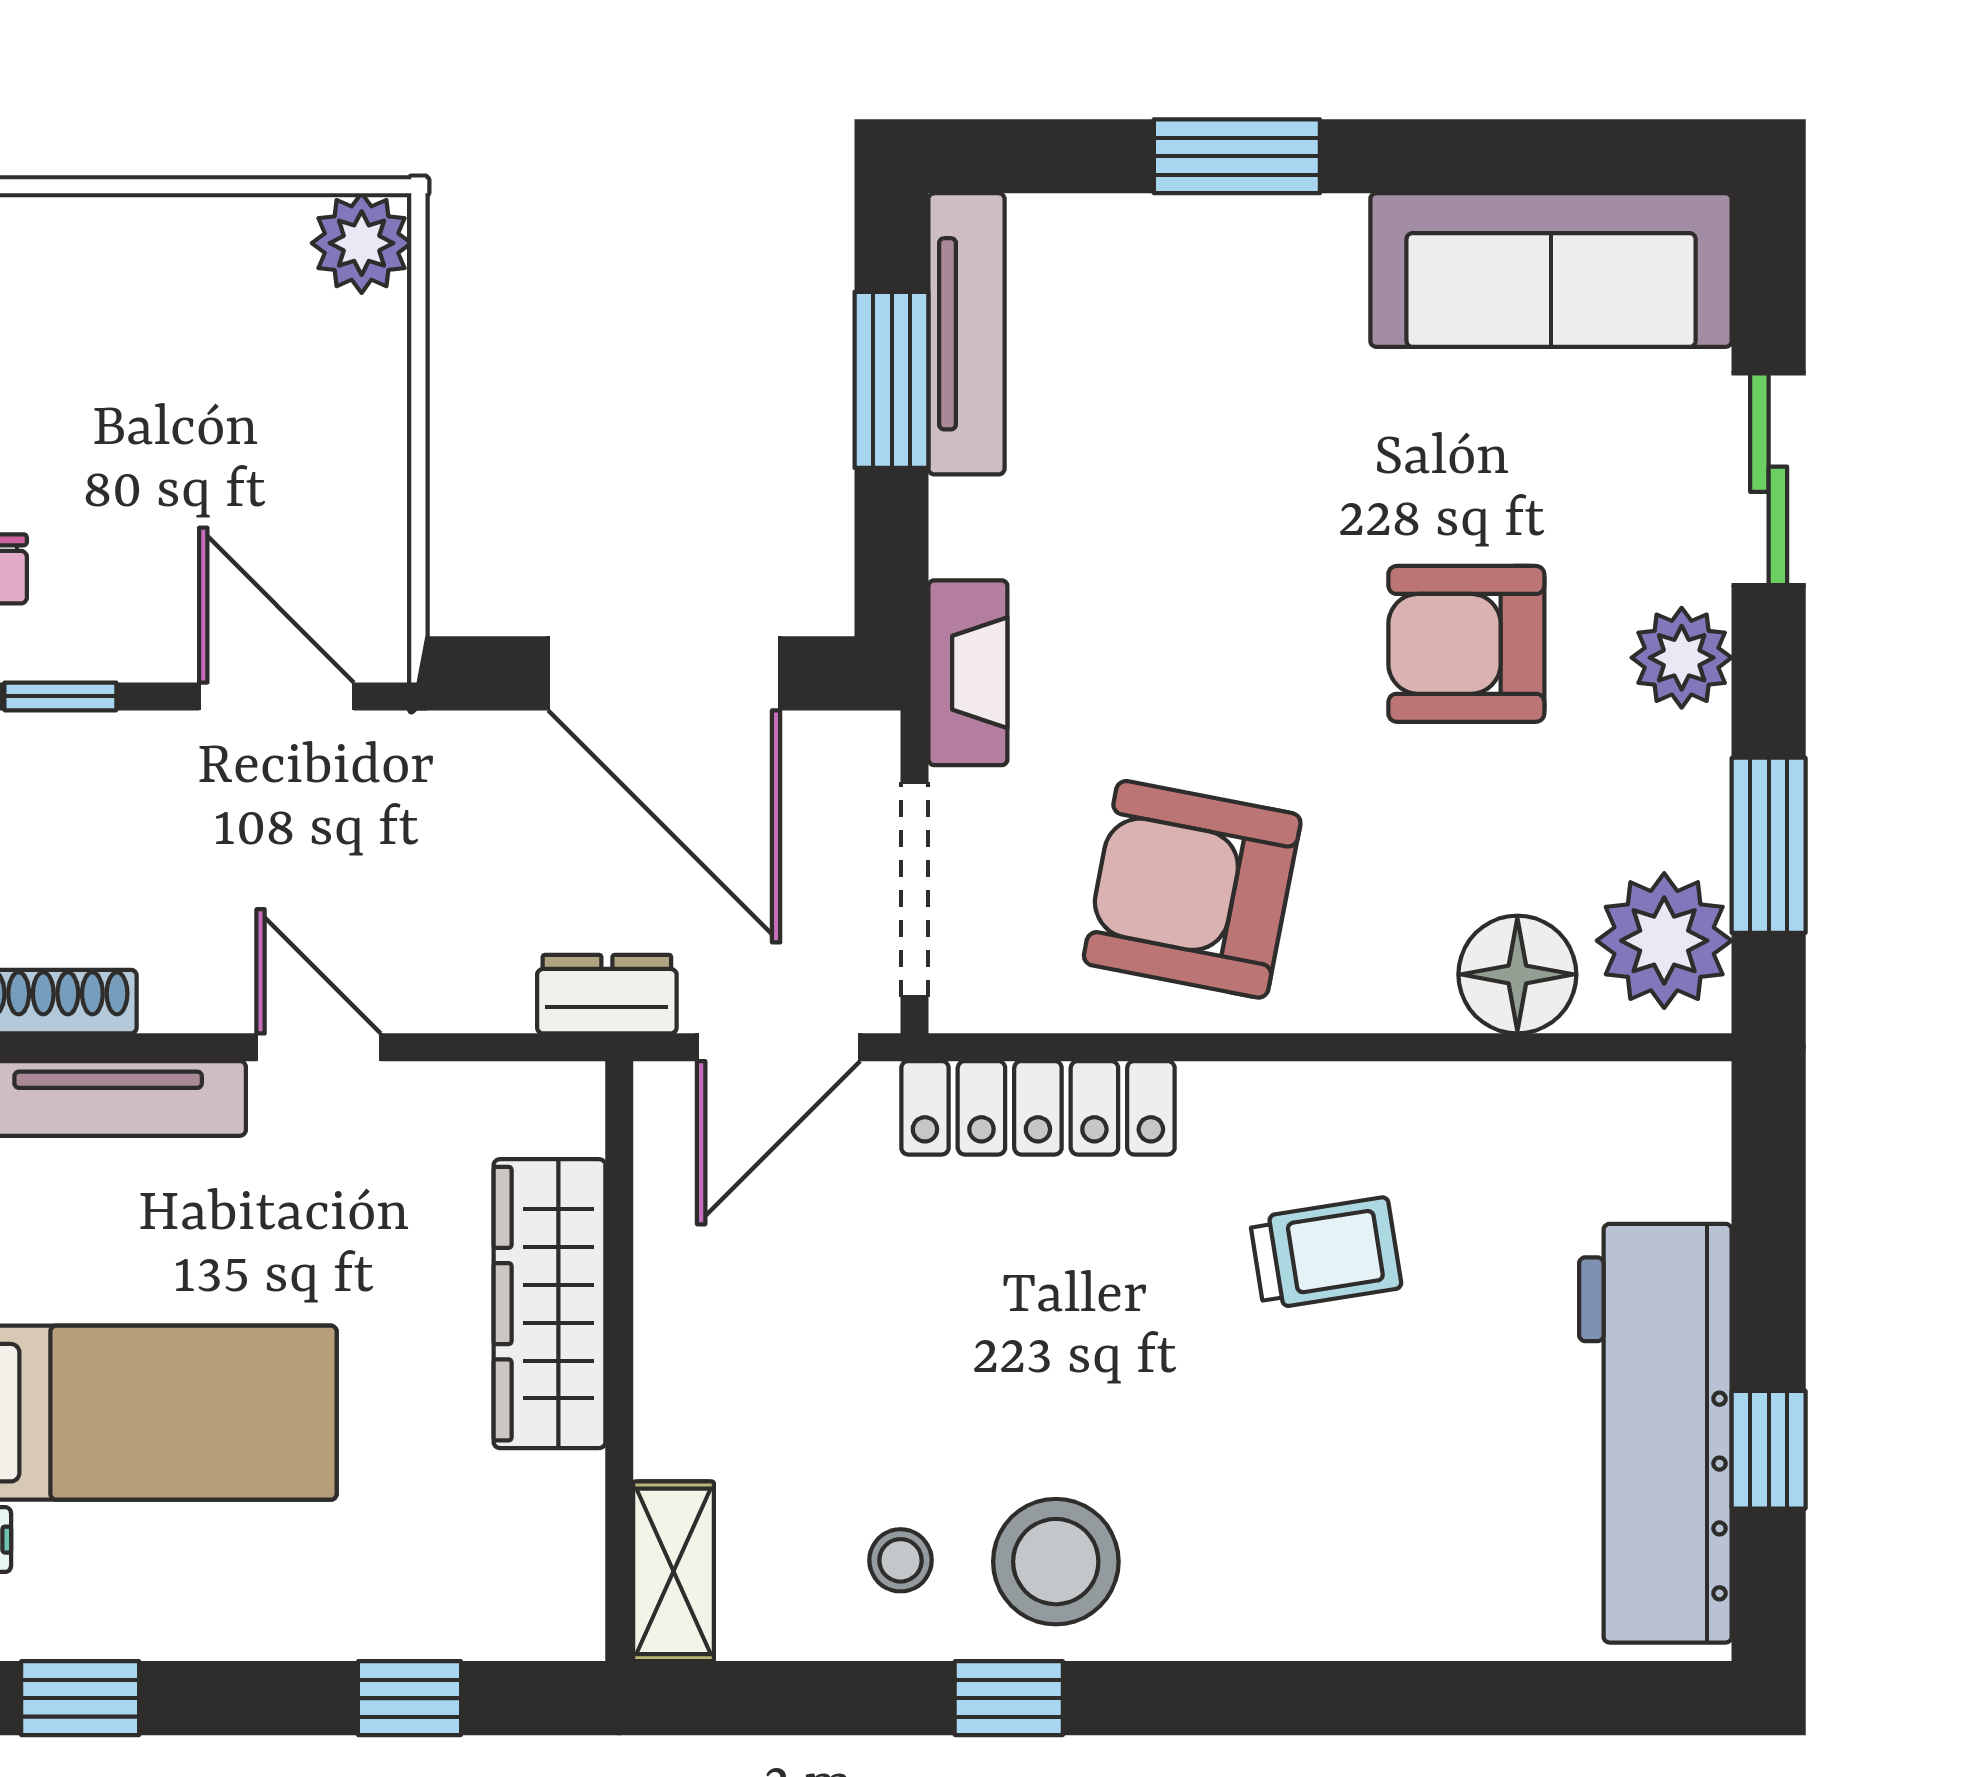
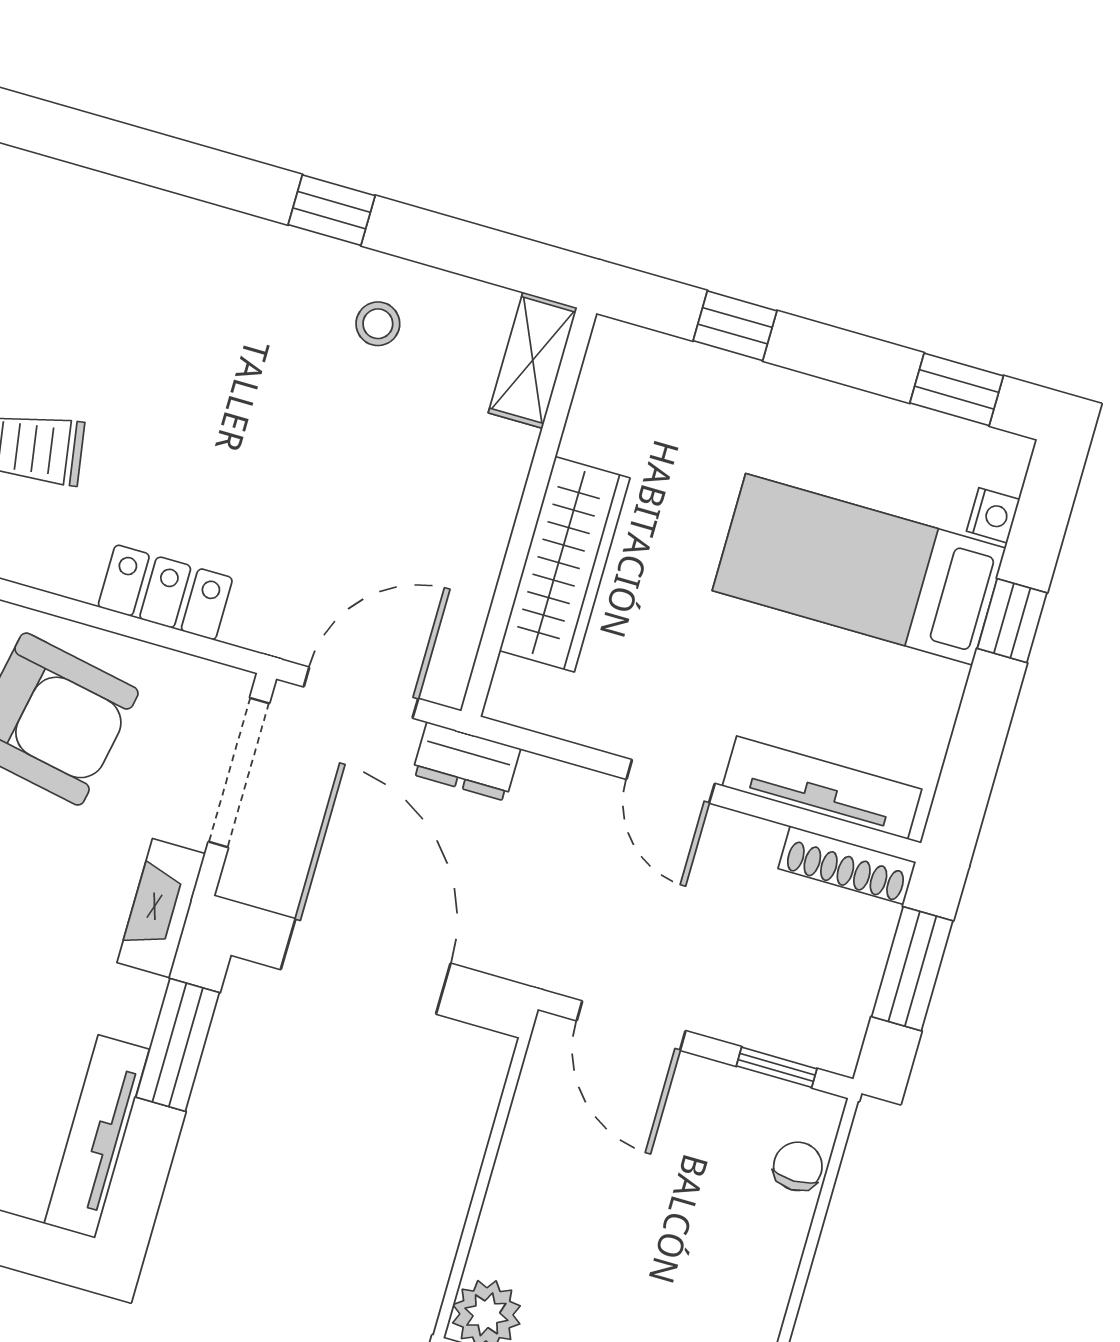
window: (892, 380) -> (178, 1045), moved
locker: (1038, 1108) -> (165, 592), width x0.66
stool: (1056, 1562) -> (274, 293), removed

